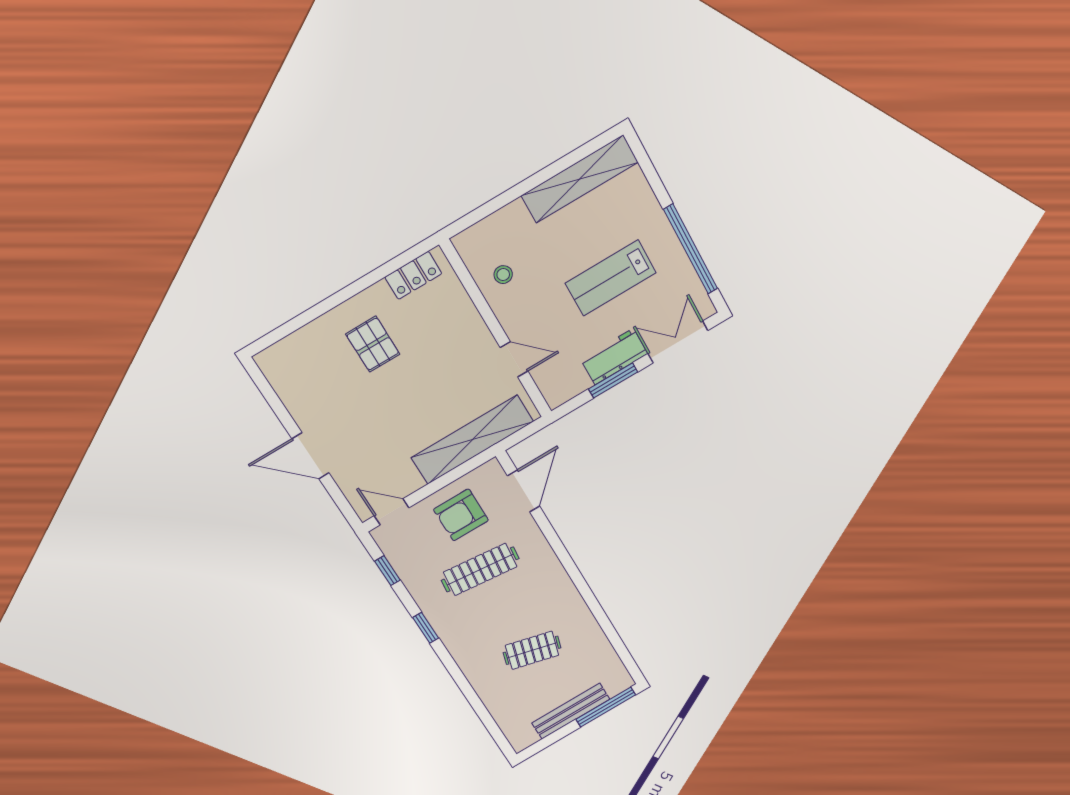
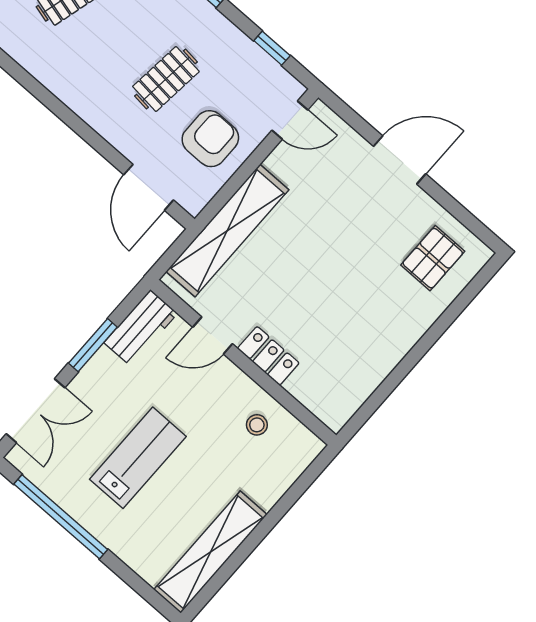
locker: (413, 275) -> (268, 356), moved, turned 90
pallet: (373, 344) -> (433, 258), moved, turned 90
workbench: (614, 357) -> (141, 328), moved
clothes rail: (480, 569) -> (166, 79), width x0.73

